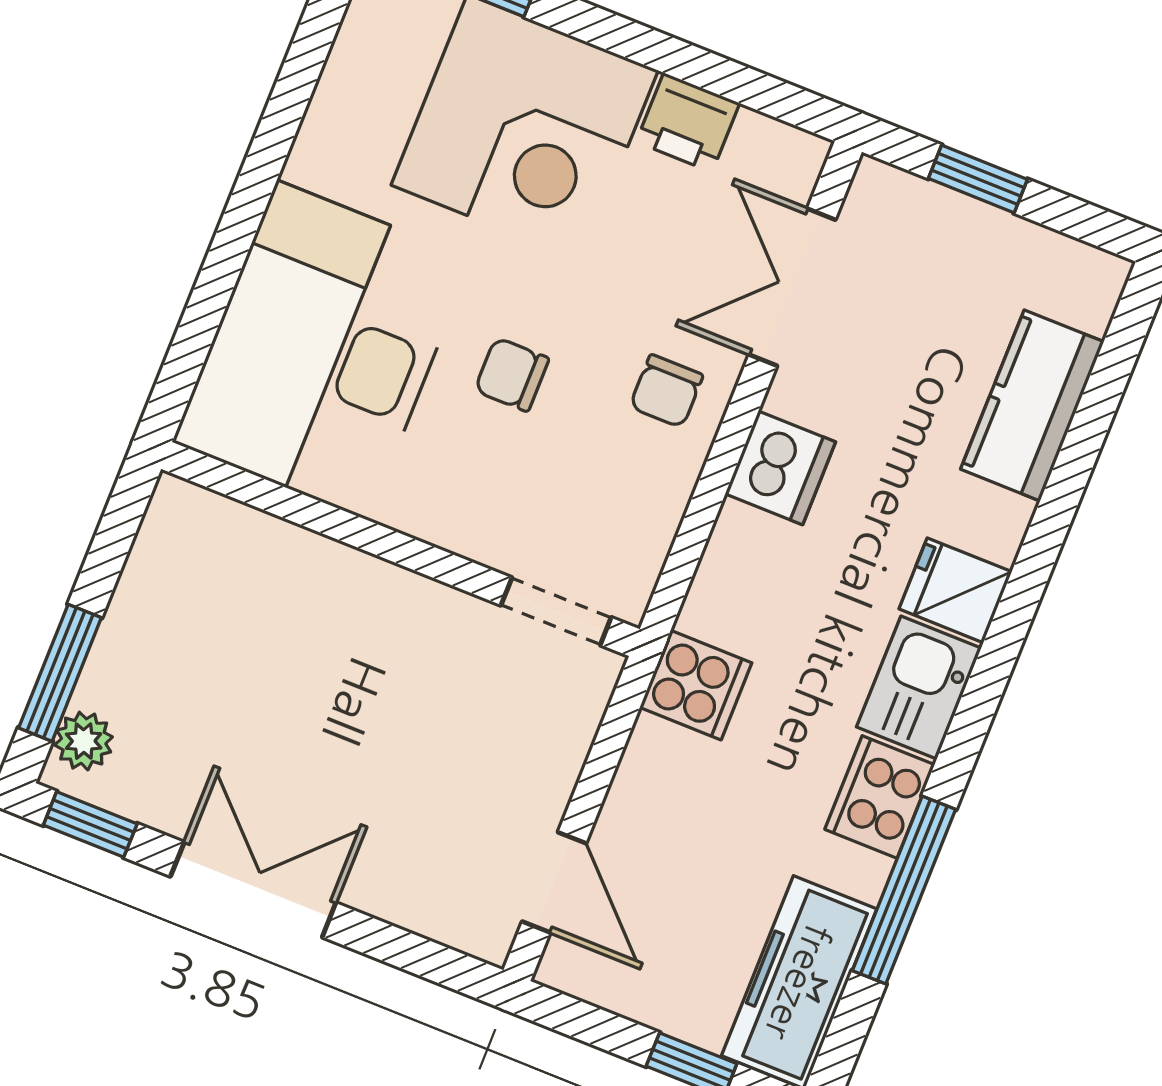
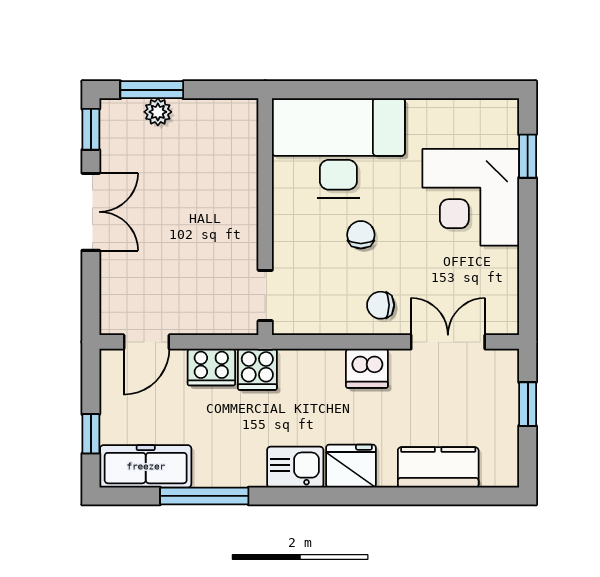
printer: (688, 123) -> (502, 268), removed
fridge: (955, 590) -> (351, 466), width x1.38
plant: (84, 741) -> (158, 112), moved
cooker: (880, 797) -> (211, 367), moved, turned 180

